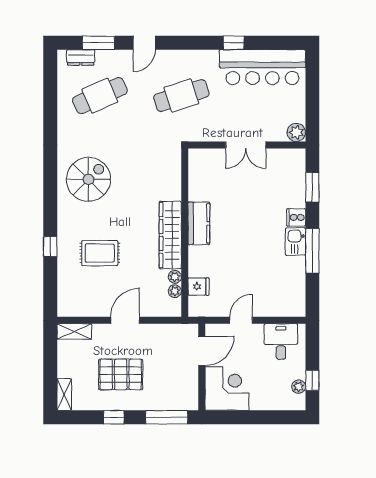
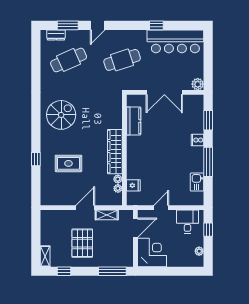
double door: (246, 145) -> (164, 92), width x1.37
kitchen counter: (199, 223) -> (134, 121), moved
kitchen sink: (295, 242) -> (197, 182), moved
shelving: (74, 331) -> (107, 215), moved
pallet: (121, 374) -> (82, 243), turned 90
window: (312, 380) -> (208, 230), moved
window: (114, 417) -> (64, 271), moved

